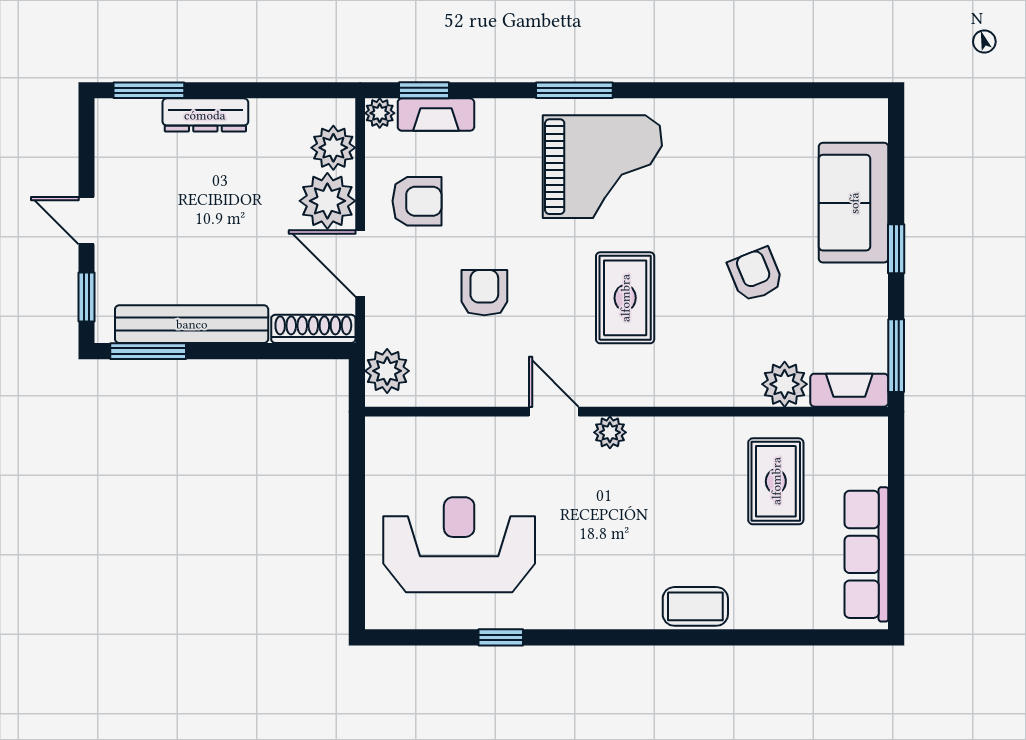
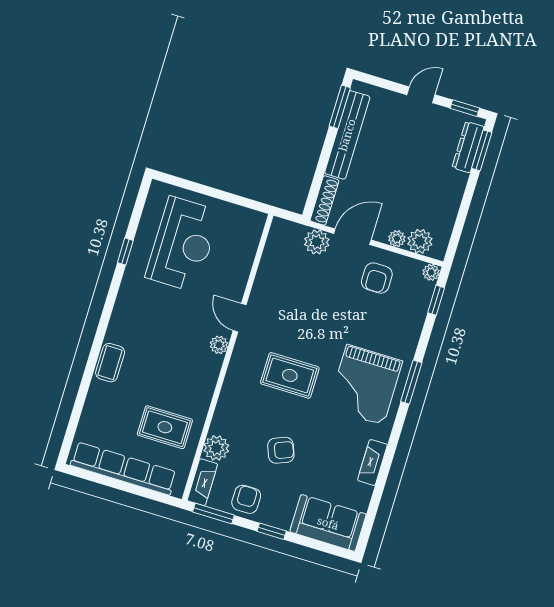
dresser: (205, 115) -> (468, 147), moved
fireplace: (436, 115) -> (372, 462), moved
plant: (327, 201) -> (397, 239), width x0.53, depth x0.53
sofa: (854, 203) -> (328, 523), moved
armchair: (484, 293) -> (246, 499), moved, turned -90
window: (87, 297) -> (465, 108), moved
plant: (387, 371) -> (317, 242), moved
door: (554, 412) -> (240, 318), swing flipped
row of seats: (866, 554) -> (123, 468), width x1.36

